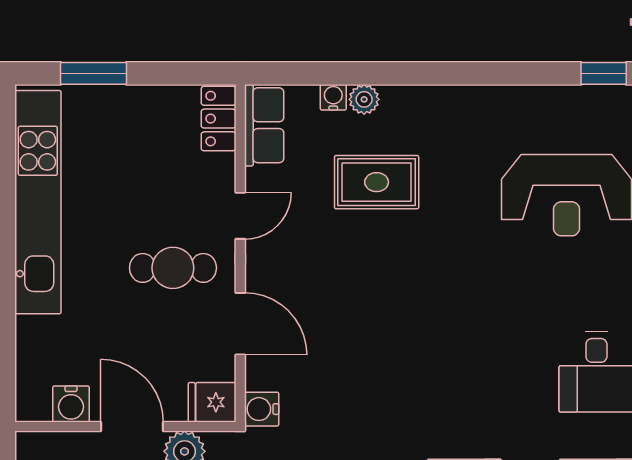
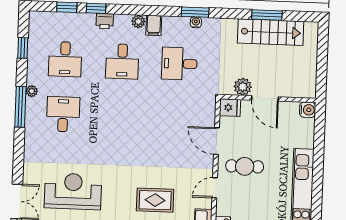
water cooler: (71, 404) -> (308, 110), moved, turned 90
water cooler: (262, 409) -> (209, 104), removed

